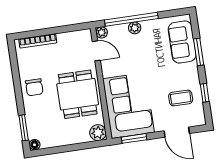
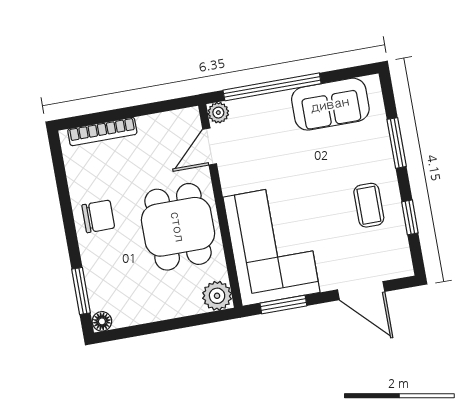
plant: (135, 28) -> (278, 102), removed
sofa: (182, 42) -> (330, 104), moved, turned -90
door: (96, 51) -> (210, 146), swing flipped
chair: (34, 87) -> (98, 216), turned -90
coffee table: (181, 98) -> (369, 205), moved, turned 90

